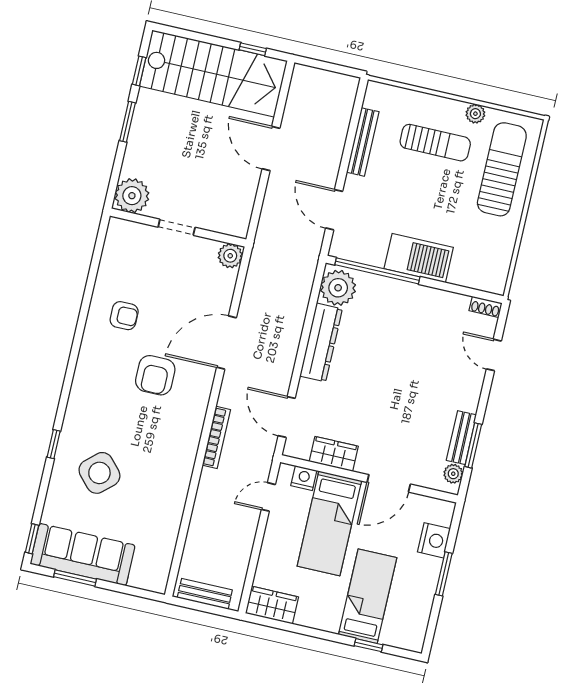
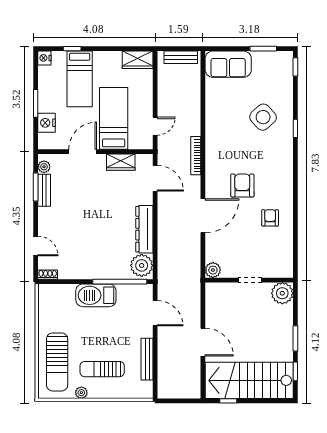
armchair: (124, 316) -> (270, 218), turned 90
nightstand: (304, 478) -> (44, 58), moved, turned 90
sofa: (83, 555) -> (228, 64), moved, width x0.73

